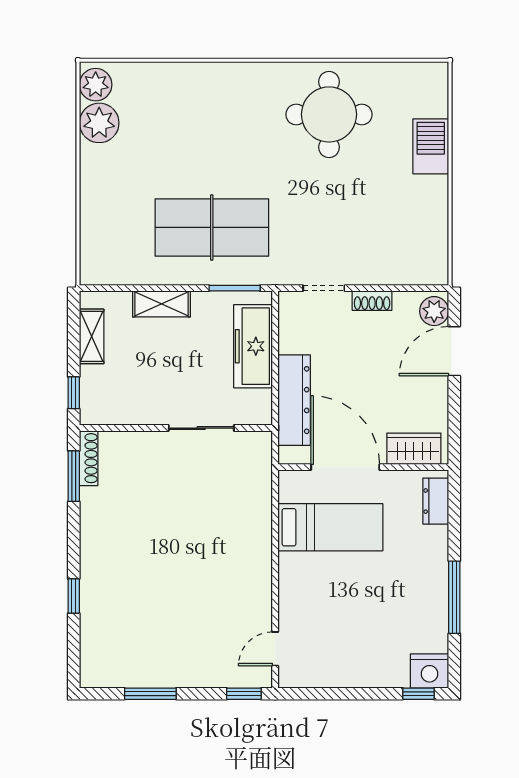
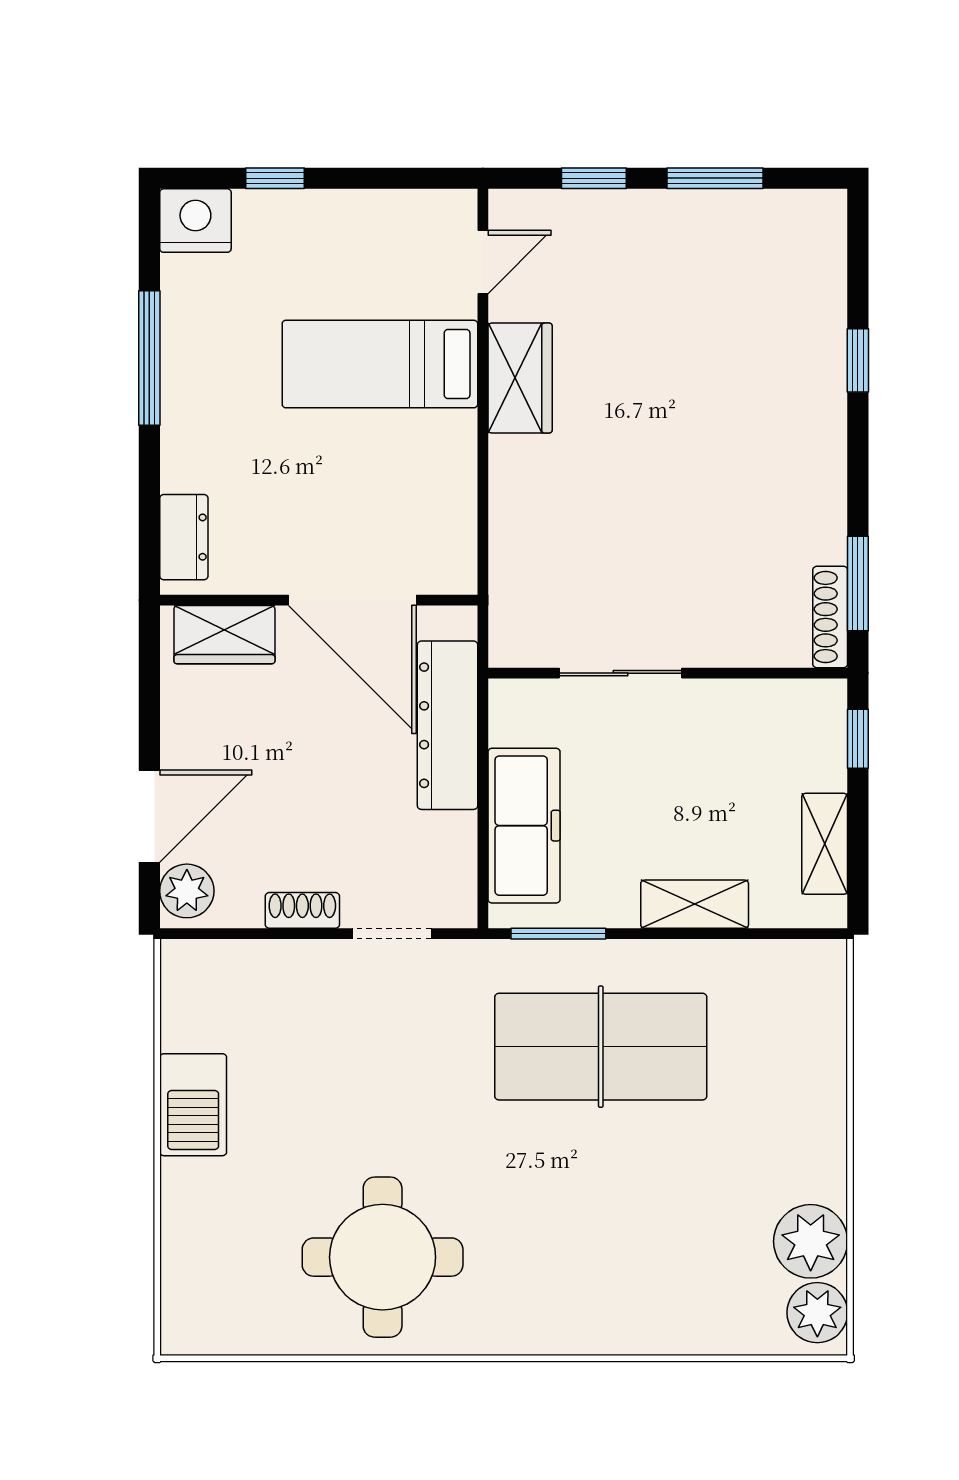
barbecue: (431, 146) -> (193, 1105), moved
bed: (330, 527) -> (380, 364), moved
wardrobe: (255, 586) -> (520, 378), added
window: (244, 694) -> (594, 178), moved
window: (419, 694) -> (275, 178), moved

